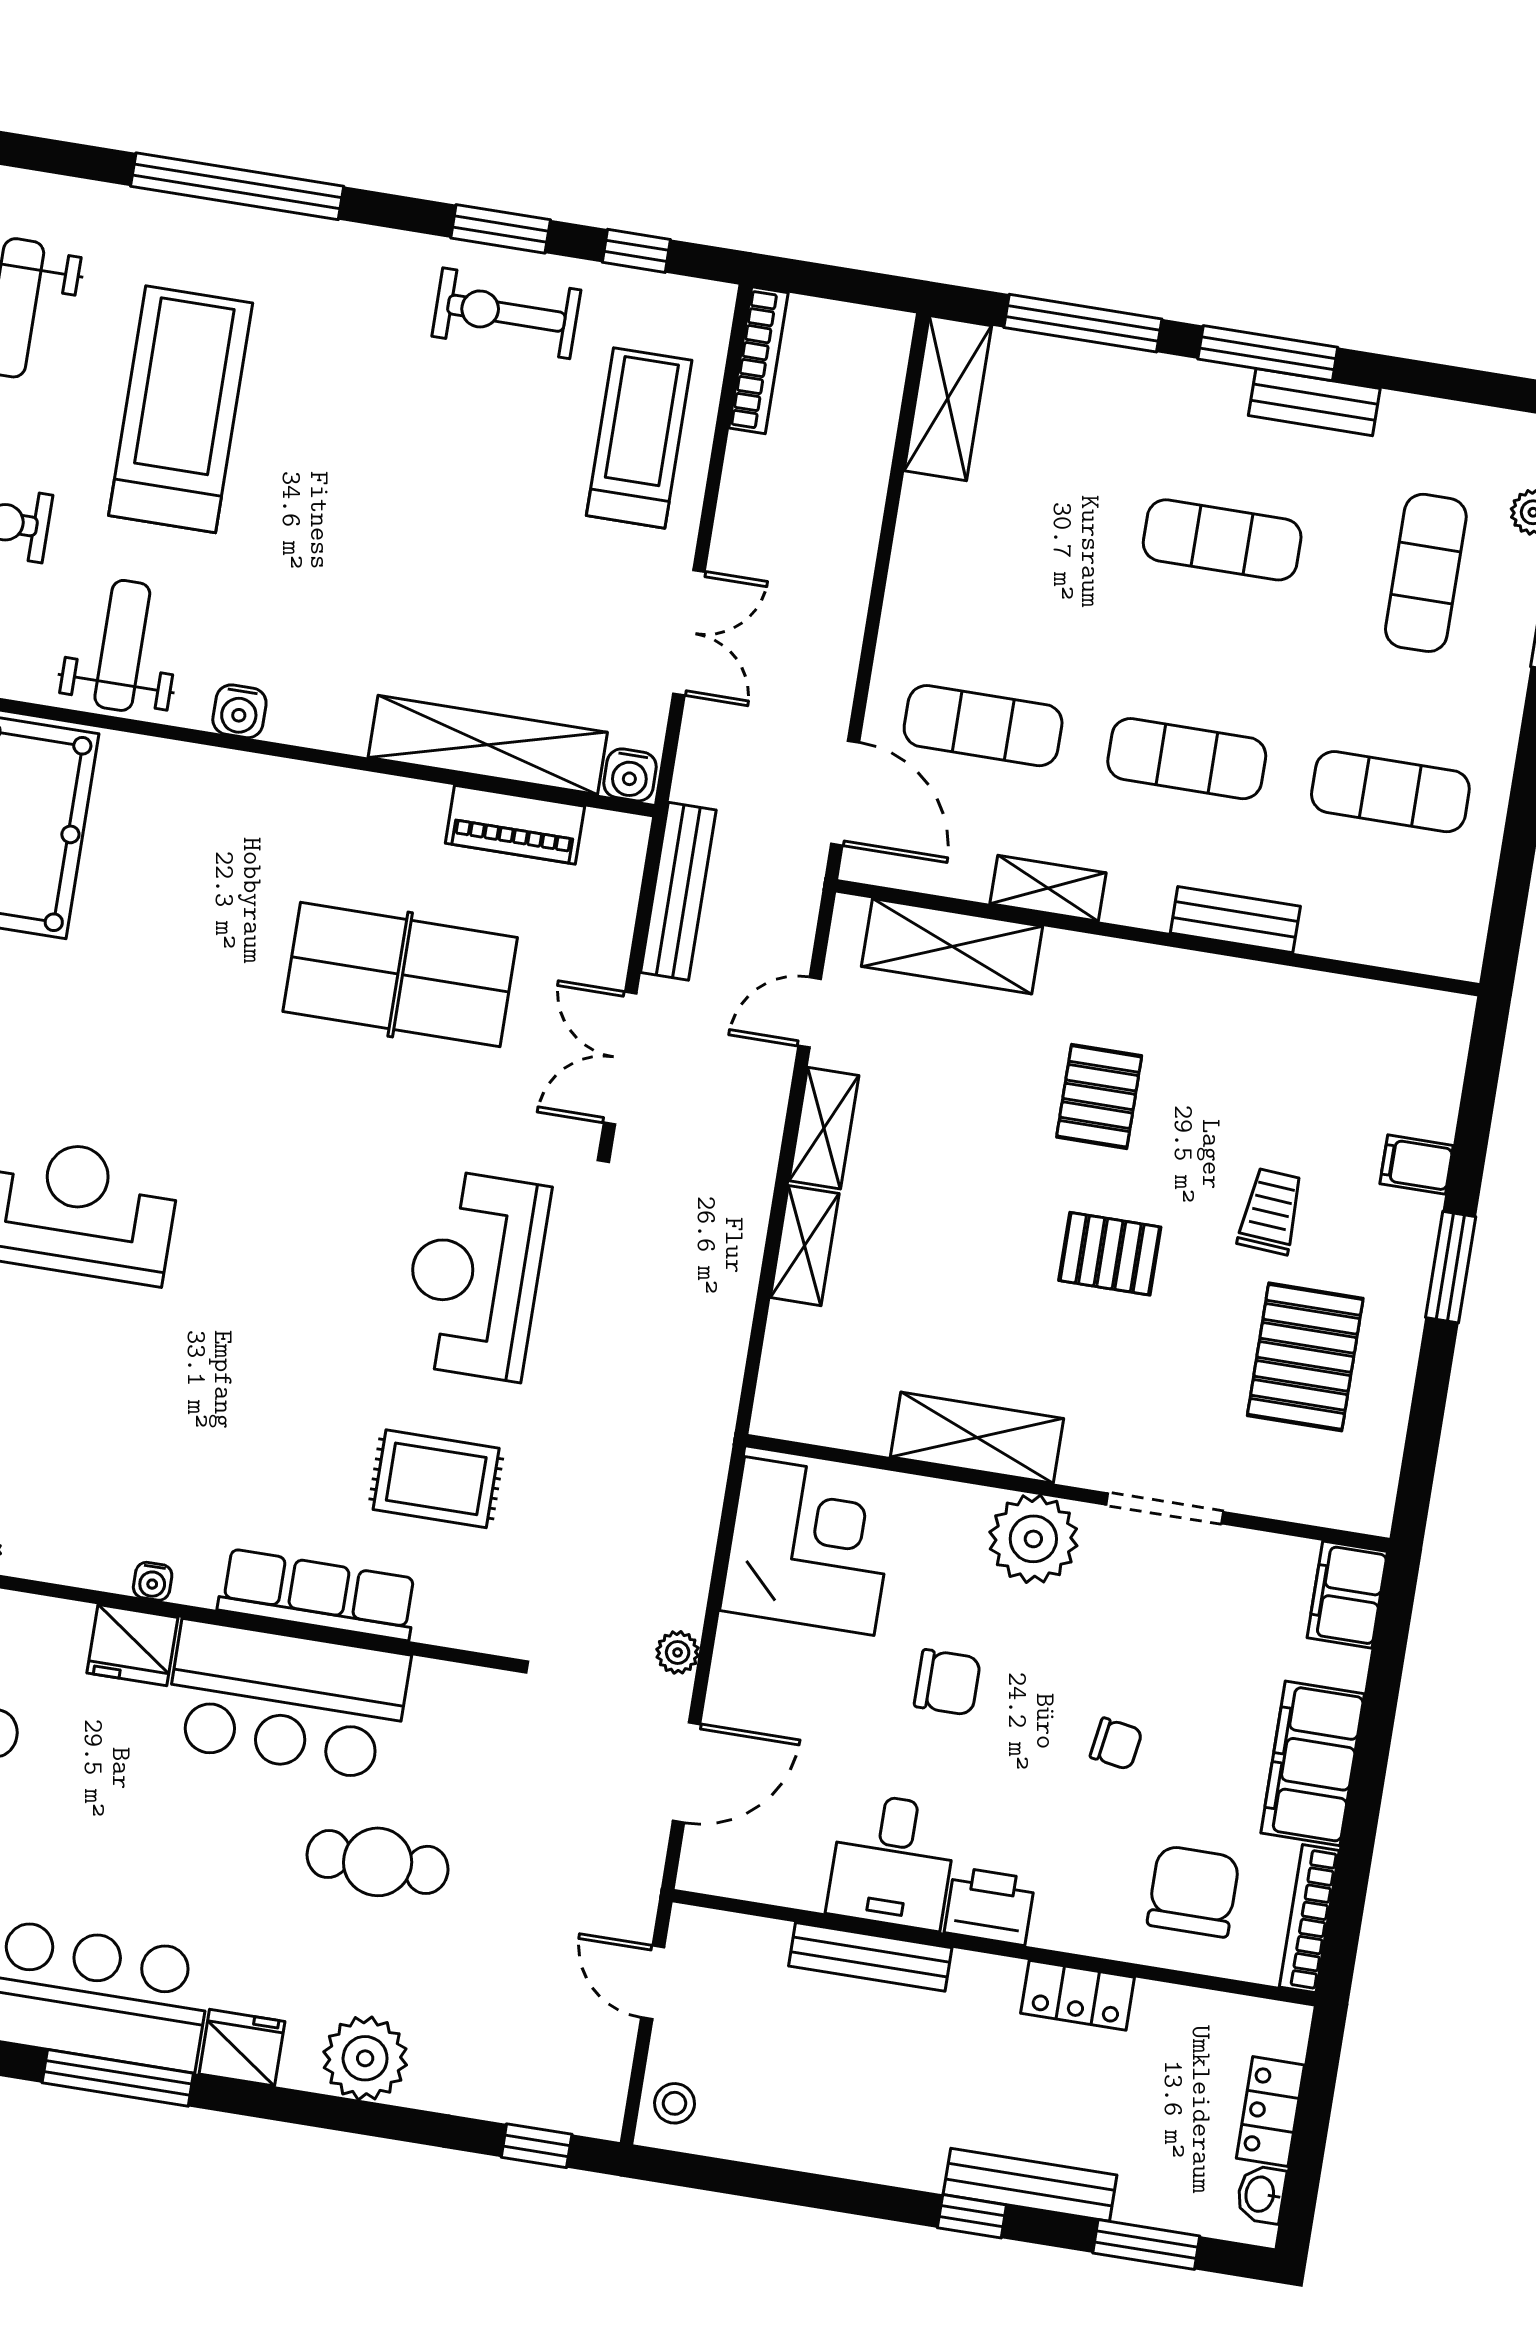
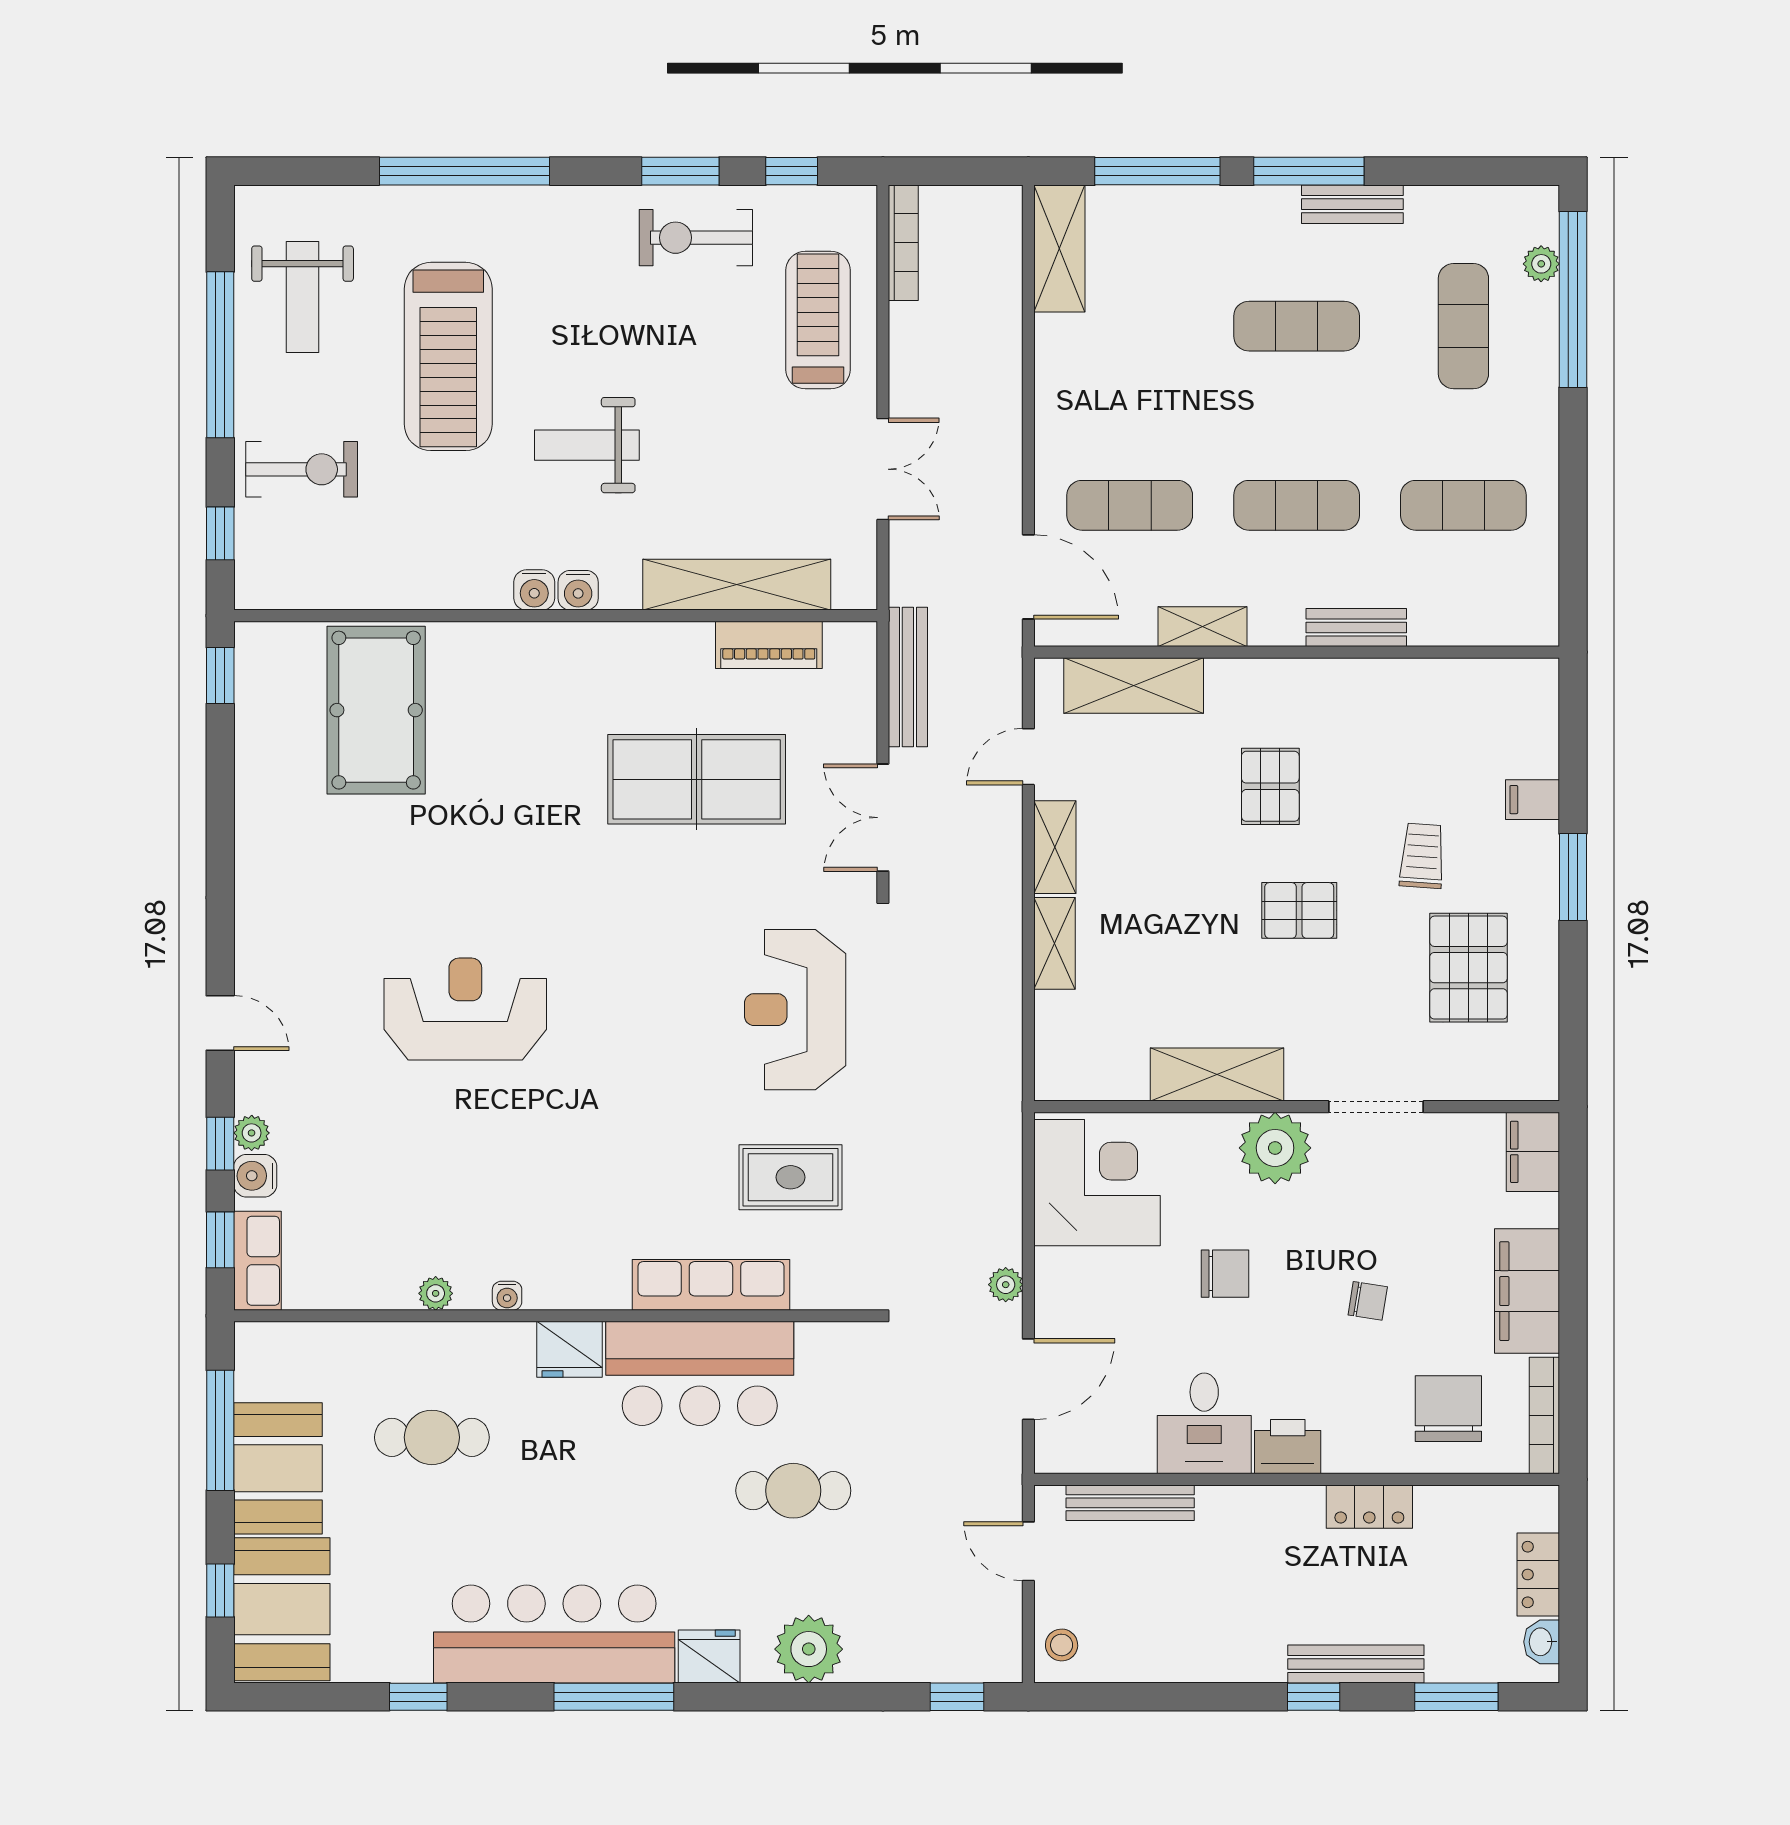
treadmill: (181, 409) -> (448, 356), turned 180
weight bench: (122, 645) -> (587, 445), moved, turned -90
water cooler: (630, 775) -> (578, 590), moved
water cooler: (153, 1581) -> (507, 1296), moved
bench: (870, 1957) -> (1130, 1503), moved

